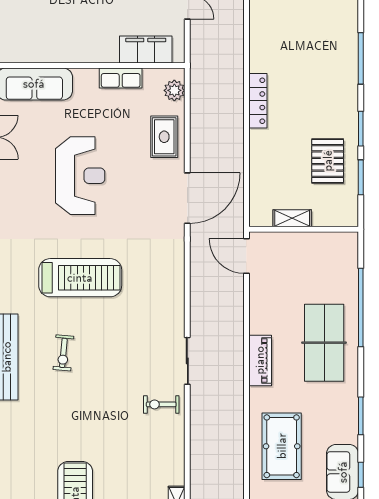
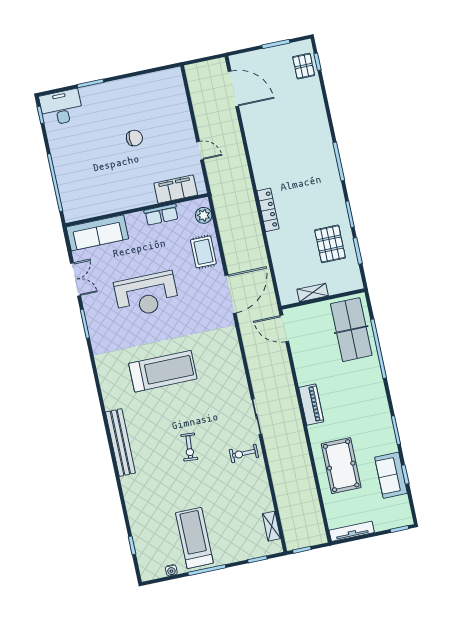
reception desk: (80, 176) -> (147, 295), turned 90
table tennis table: (324, 343) -> (351, 330), moved
exercise bike: (63, 353) -> (189, 447), moved

